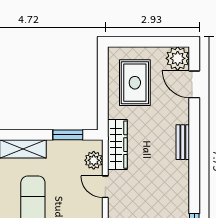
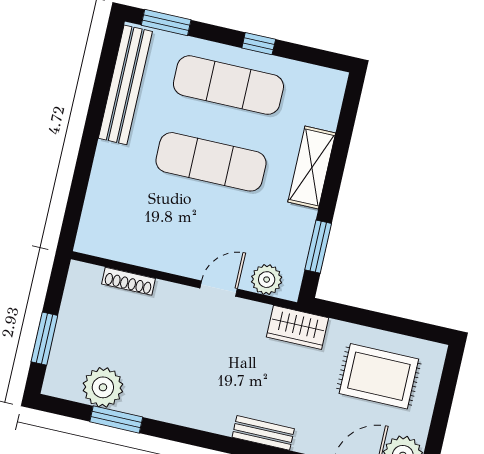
wardrobe: (117, 145) -> (297, 327), width x0.67

